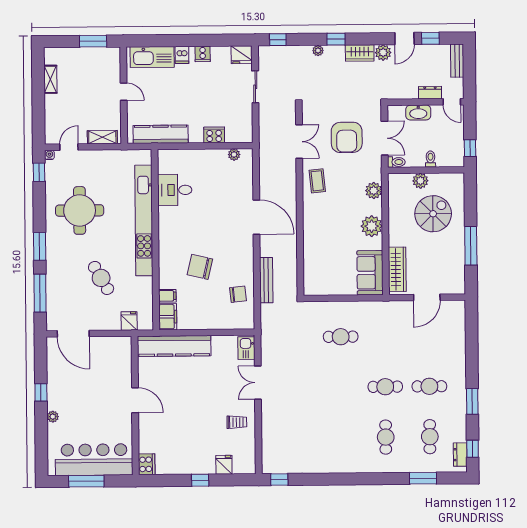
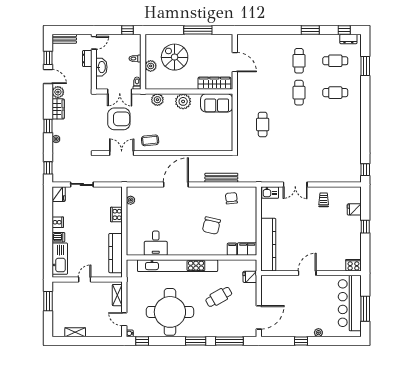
double door: (385, 138) -> (120, 92), swing flipped
round table: (80, 210) -> (170, 312), width x1.36, depth x1.36

